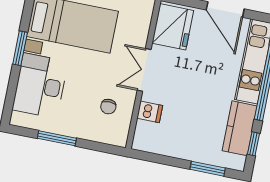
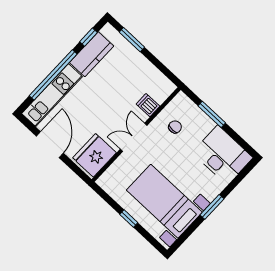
double door: (144, 70) -> (134, 137), swing flipped
desk: (40, 86) -> (222, 155), moved, turned -90
window: (57, 138) -> (212, 114), moved

